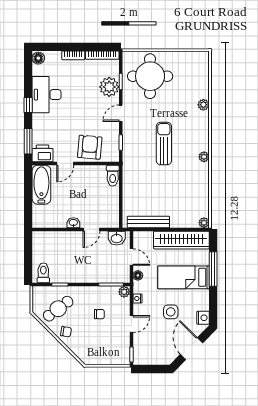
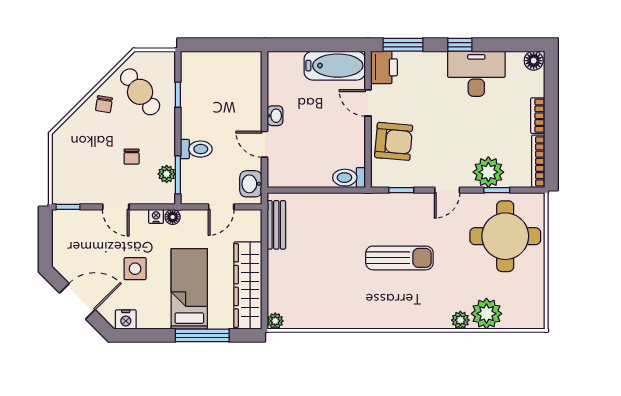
door: (121, 113) -> (447, 190), swing flipped
plant: (204, 157) -> (486, 314), moved, width x1.88, depth x1.88
bench: (148, 222) -> (276, 225), width x0.73
toilet: (43, 273) -> (196, 149), moved
floor lamp: (138, 275) -> (173, 217), moved
plant: (124, 292) -> (167, 174), moved

